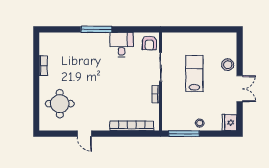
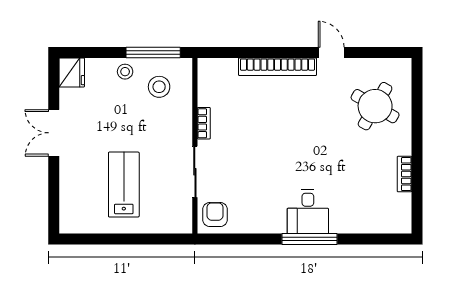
desk: (121, 45) -> (308, 212), moved
stool: (228, 65) -> (159, 87), moved
lab bench: (194, 73) -> (124, 185), moved, turned 180
round table: (60, 104) -> (375, 106), turned 30
bookcase: (132, 126) -> (277, 67), moved

